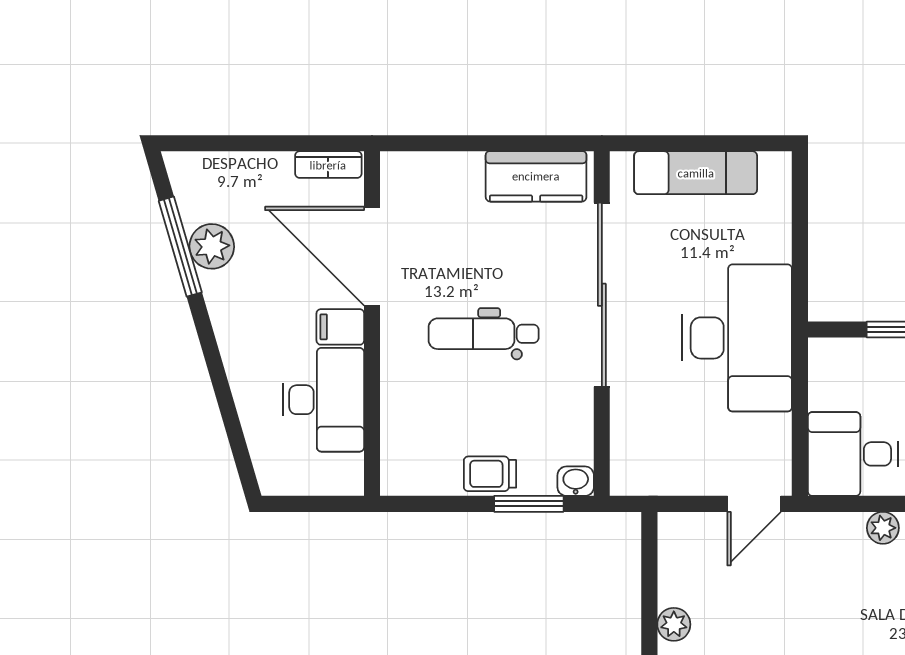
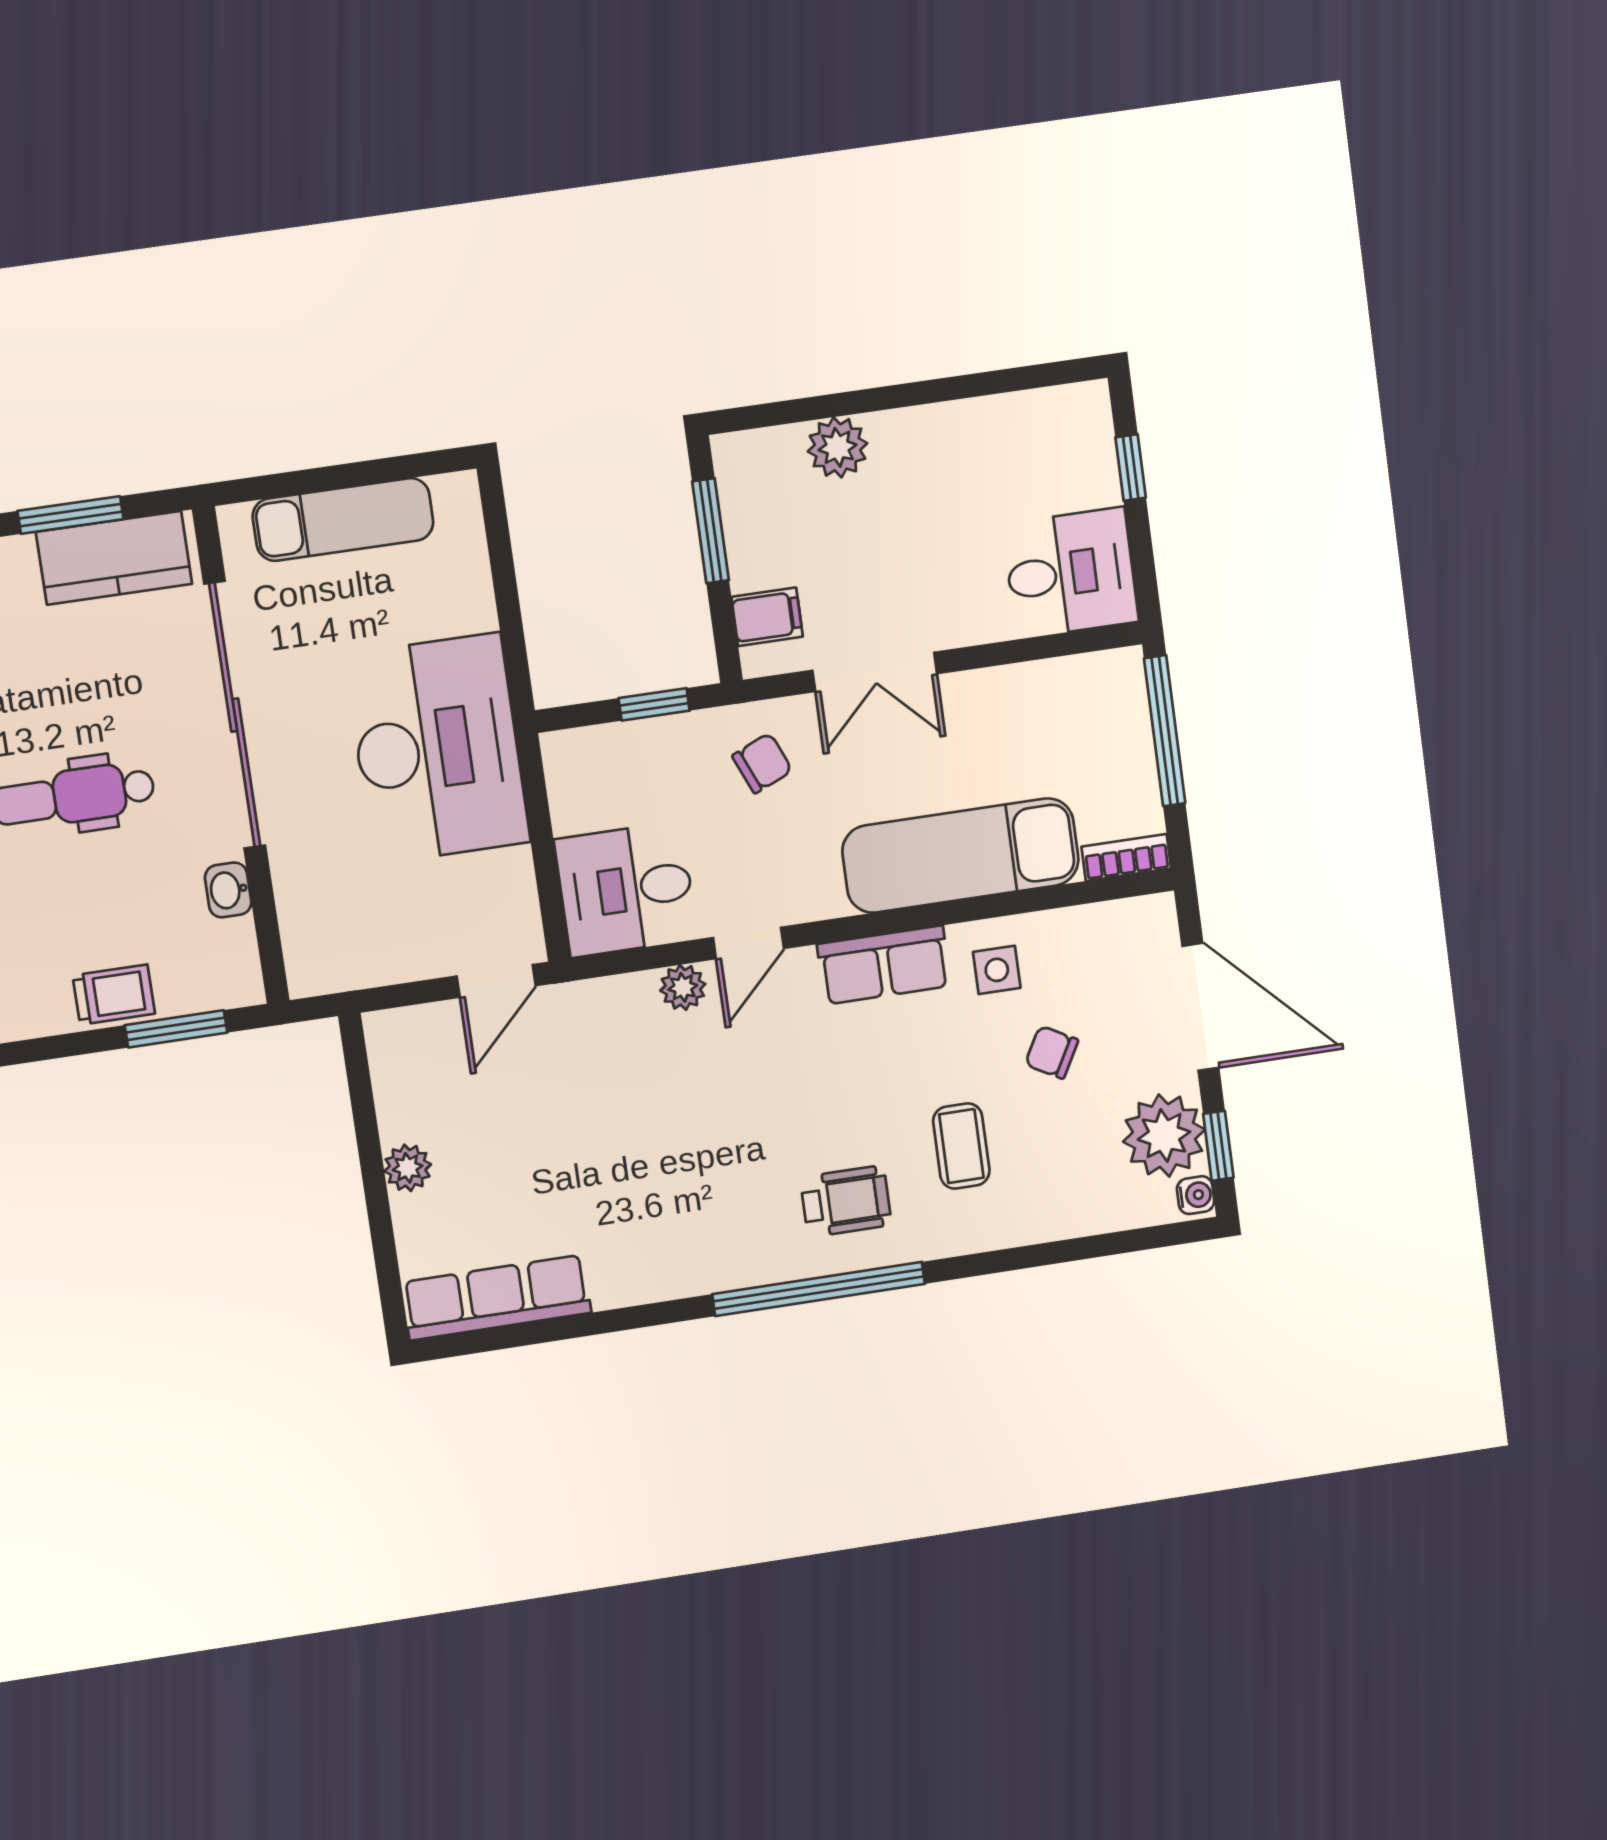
window: (511, 143) -> (71, 515), added
trolley: (490, 474) -> (114, 995), turned 180
washbasin: (576, 481) -> (228, 890), moved, turned -90

